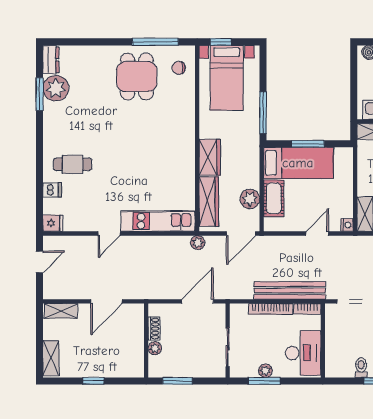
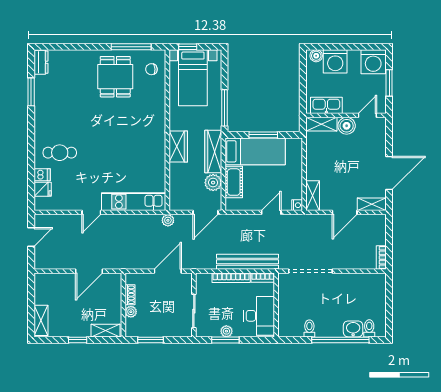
plant: (56, 88) -> (45, 87), removed
wardrobe: (209, 201) -> (213, 152), moved, turned 180
fridge: (53, 223) -> (43, 189), moved
shelving: (61, 311) -> (106, 331), moved

